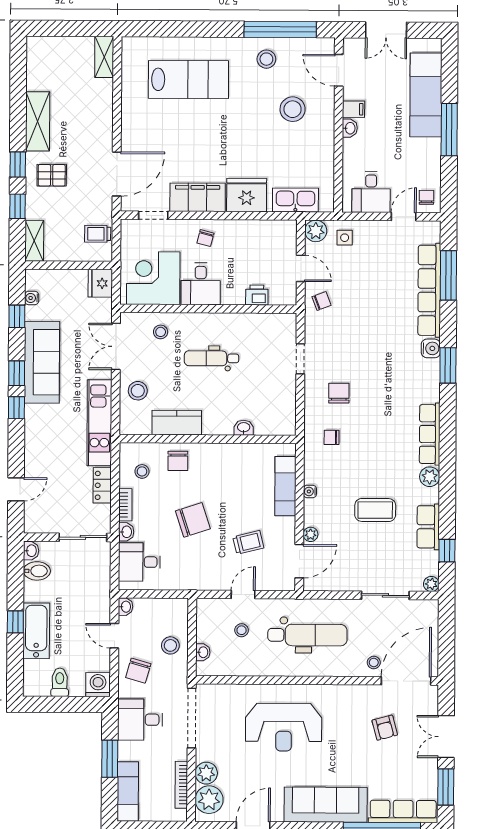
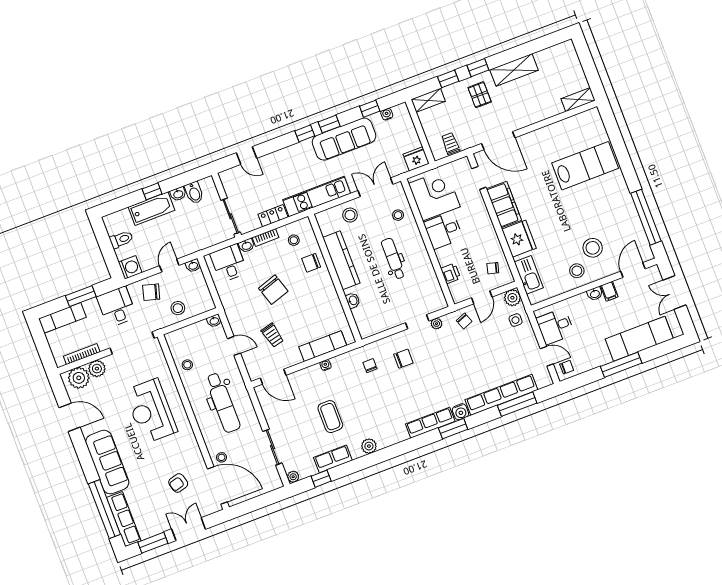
stool: (266, 59) -> (577, 271), moved
lab bench: (188, 79) -> (585, 166), turned -90
chair: (205, 238) -> (493, 268), moved
kitchen counter: (177, 423) -> (341, 260), width x1.50
row of seats: (430, 434) -> (430, 423), moved
plant: (311, 534) -> (436, 324), moved
washbasin: (31, 551) -> (178, 194), moved
stool: (242, 630) -> (187, 365), moved
washbasin: (203, 652) -> (214, 321), moved

